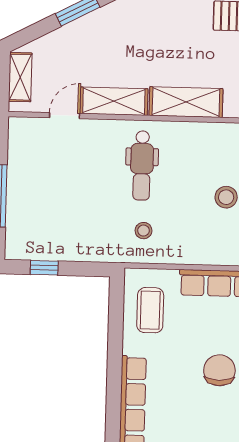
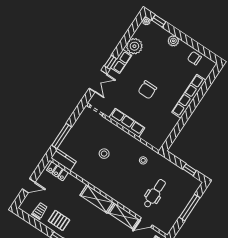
dental chair: (142, 165) -> (155, 193), moved
coffee table: (150, 310) -> (159, 129), removed

